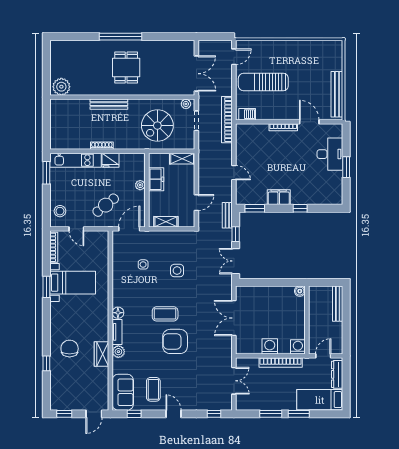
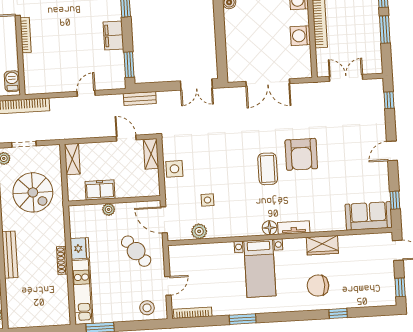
shelving: (166, 222) -> (151, 154), moved
window: (236, 234) -> (163, 87), removed
side table: (177, 271) -> (174, 169), moved
bed with nightstands: (73, 283) -> (260, 268), moved, turned 180
plant: (118, 352) -> (199, 231), moved
coffee table: (153, 389) -> (363, 178), removed

